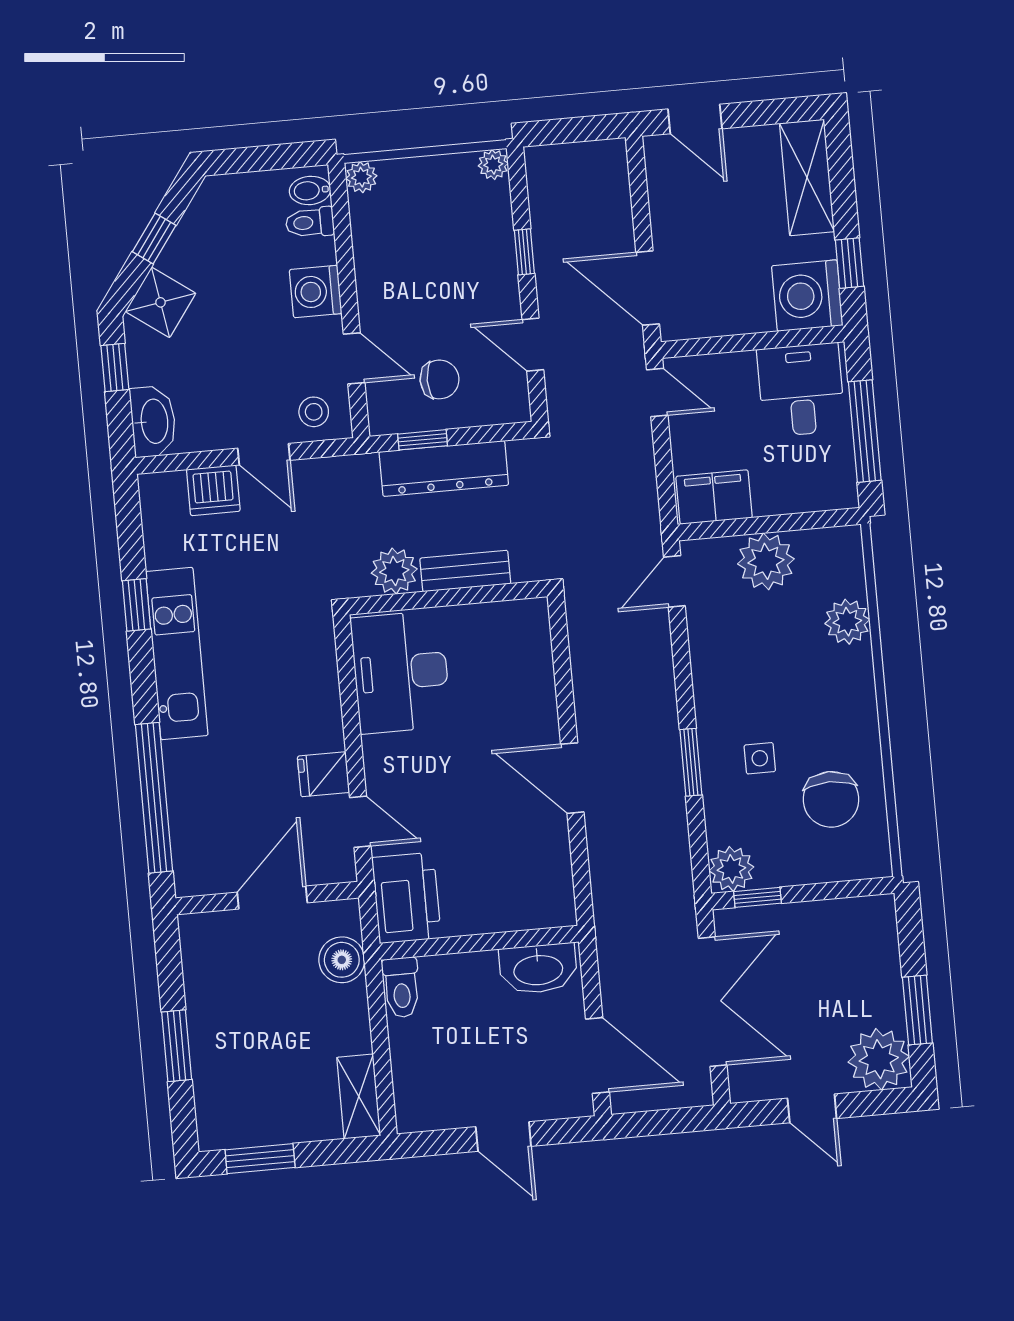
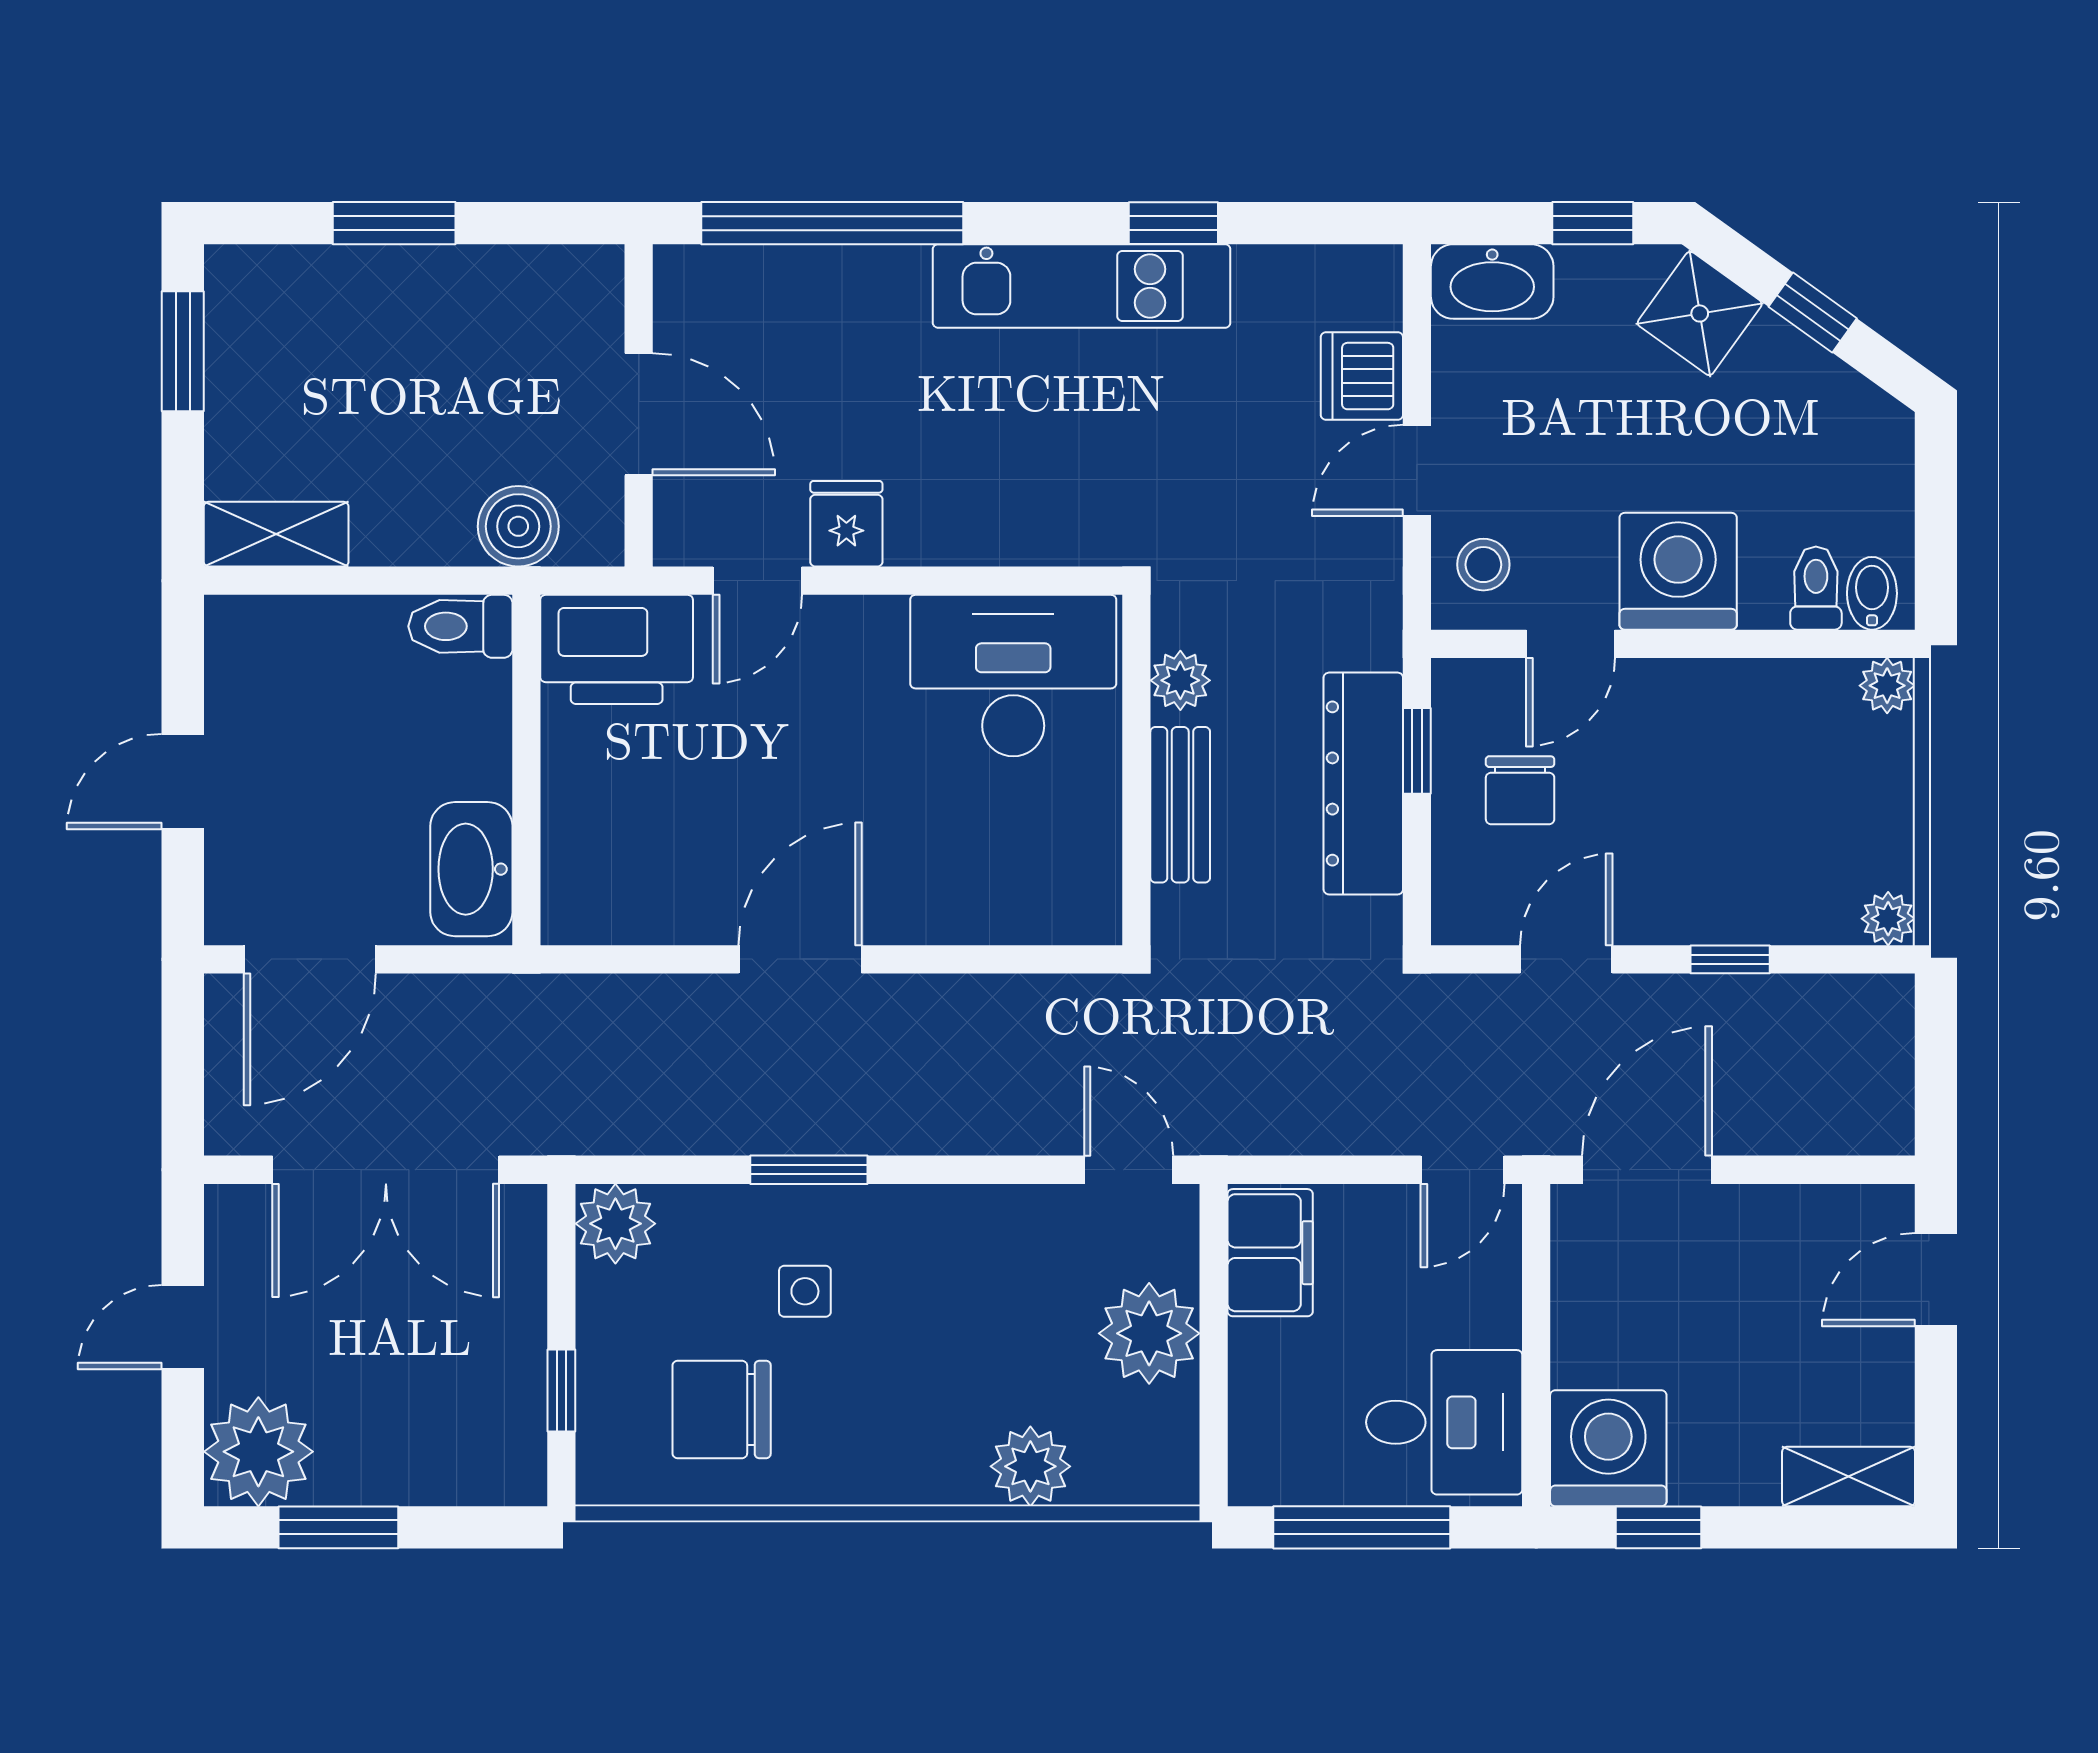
shelving: (807, 178) -> (1849, 1476), width x0.67, depth x0.75
washing machine: (316, 292) -> (1678, 571), width x1.37, depth x1.37
plant: (394, 571) -> (1180, 680), width x0.73, depth x0.73
window: (758, 897) -> (561, 1391), moved

